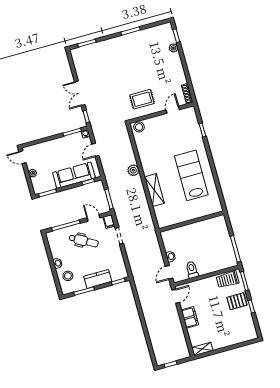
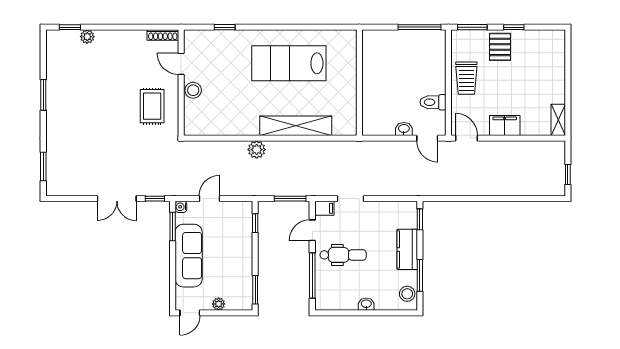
stool: (139, 127) -> (193, 90), moved
door: (95, 150) -> (210, 199), swing flipped
sofa: (74, 175) -> (189, 256), moved, turned 180
shelving: (154, 190) -> (296, 126), width x1.47
dental chair: (84, 241) -> (343, 255), turned 61
stool: (68, 276) -> (407, 294), moved
trolley: (228, 280) -> (466, 78), moved

